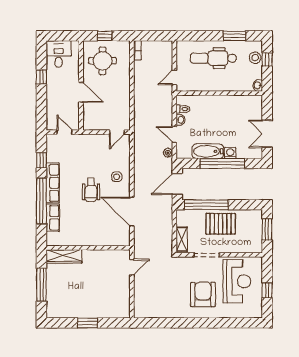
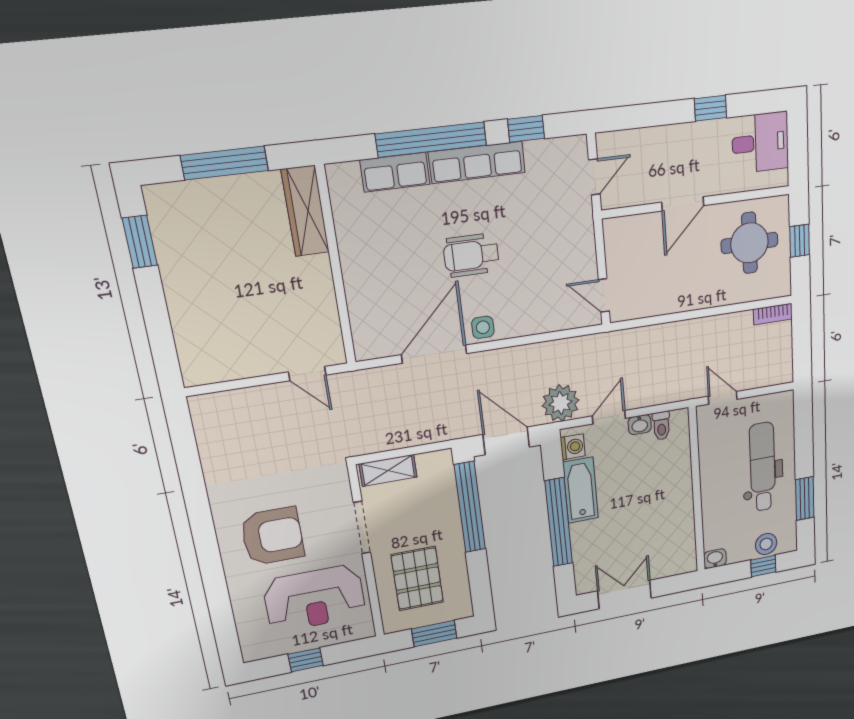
plant: (168, 153) -> (561, 403), width x1.87, depth x1.87
washing machine: (230, 153) -> (573, 447), moved
side table: (117, 177) -> (483, 327), moved
pallet: (221, 224) -> (417, 579), moved
window: (87, 323) -> (140, 242), moved

